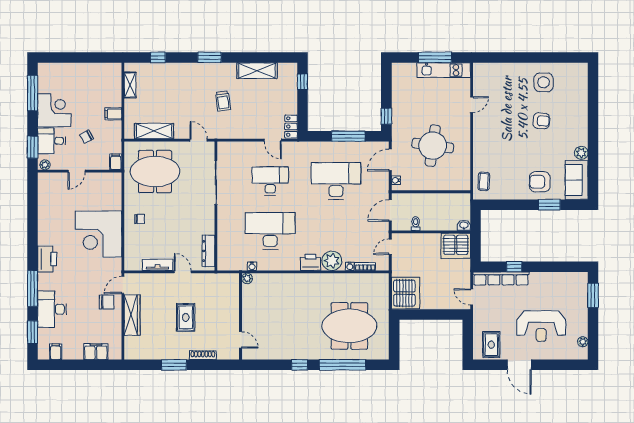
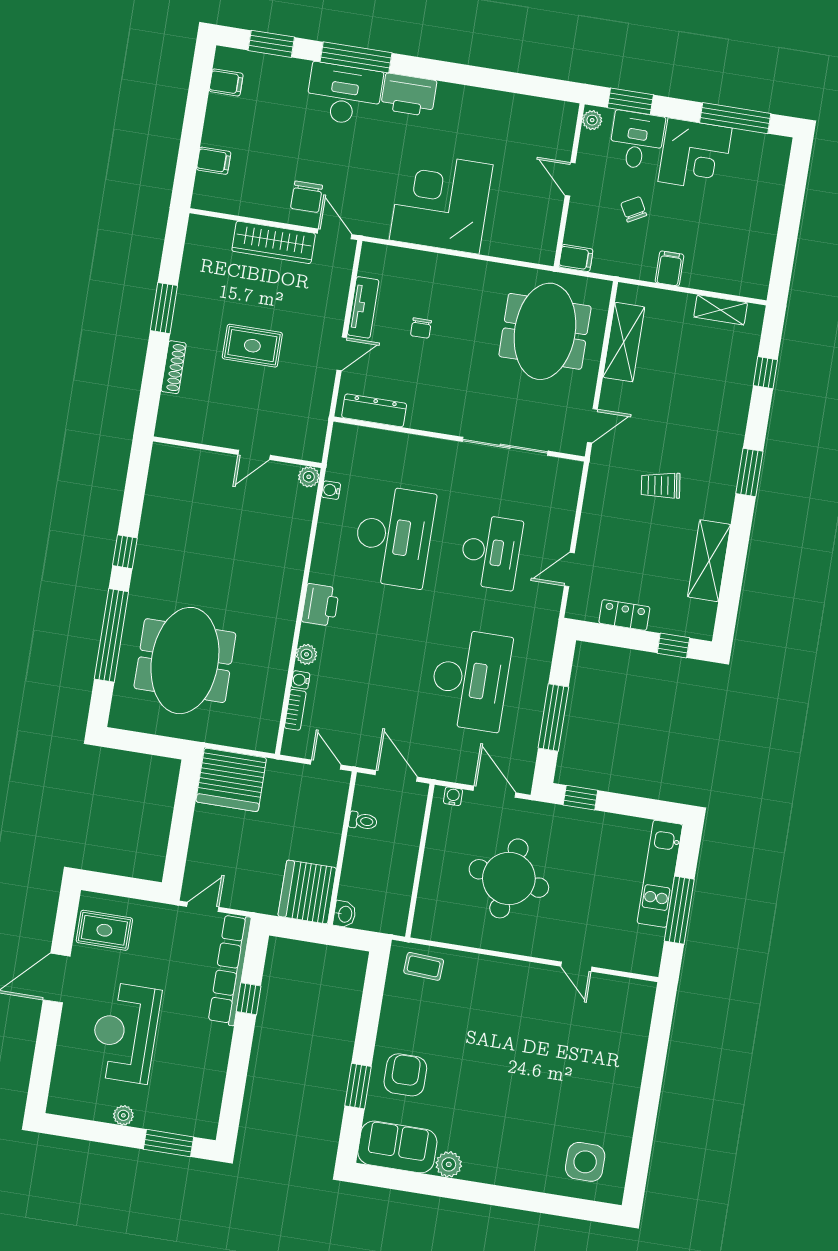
kitchen unit: (444, 70) -> (660, 874), moved
side table: (544, 82) -> (585, 1162), moved
armchair: (541, 121) -> (523, 1097), removed
locker: (291, 127) -> (624, 615), moved
chair: (140, 219) -> (421, 328), moved
plant: (332, 261) -> (307, 654), width x0.53, depth x0.53
desk: (52, 309) -> (344, 94), moved
door: (240, 340) -> (254, 455), moved
plant: (583, 342) -> (123, 1115), moved
filing cabinet: (96, 352) -> (214, 161), width x0.50

